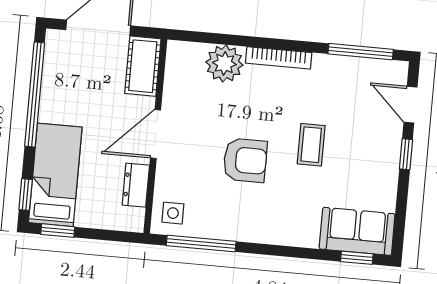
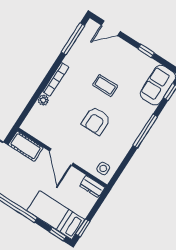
plant: (224, 63) -> (43, 100), width x0.53, depth x0.53
window: (406, 154) -> (146, 51), moved
armchair: (245, 160) -> (96, 121), turned 180
dresser: (136, 185) -> (92, 187), moved
window: (201, 244) -> (145, 131), moved

